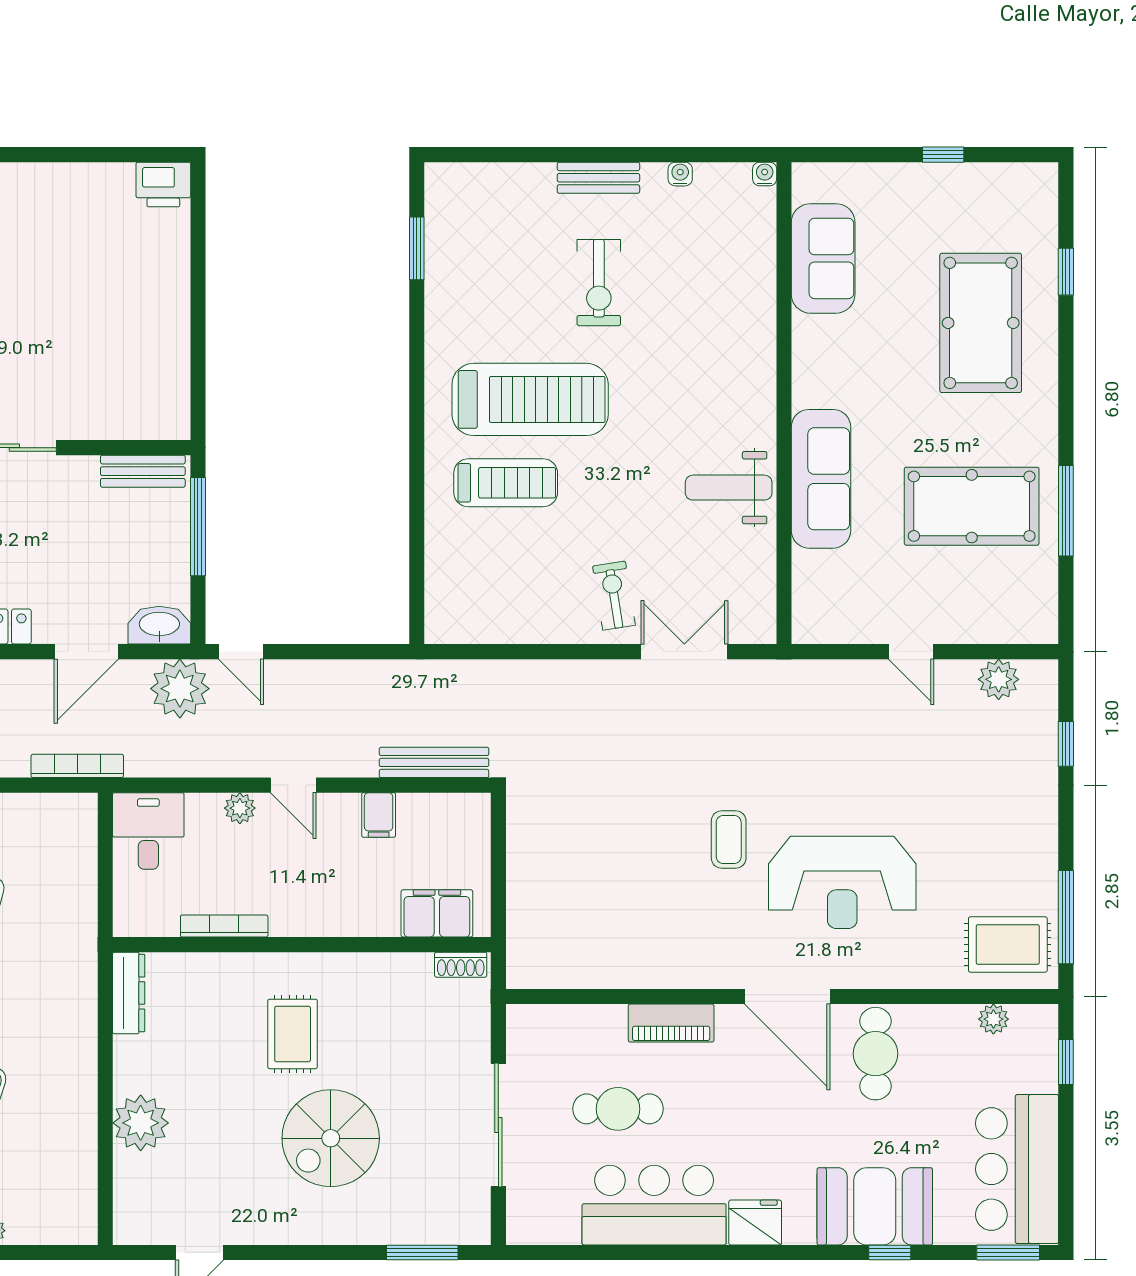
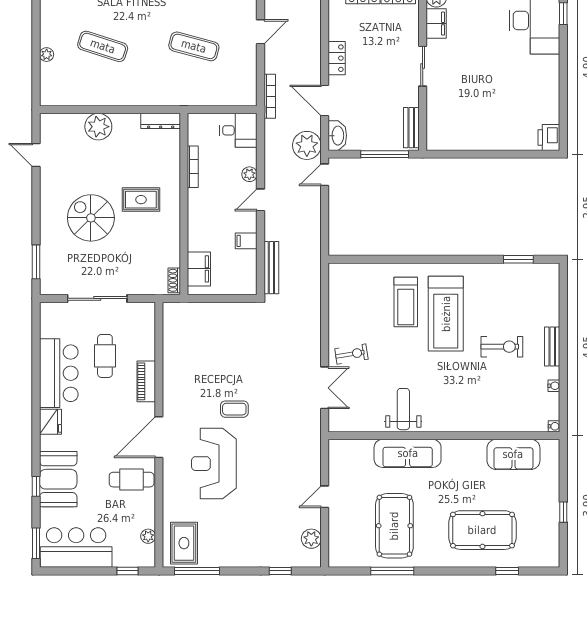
exercise bike: (599, 283) -> (502, 347), turned 180

